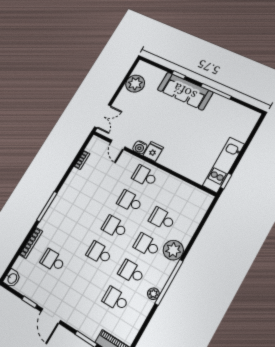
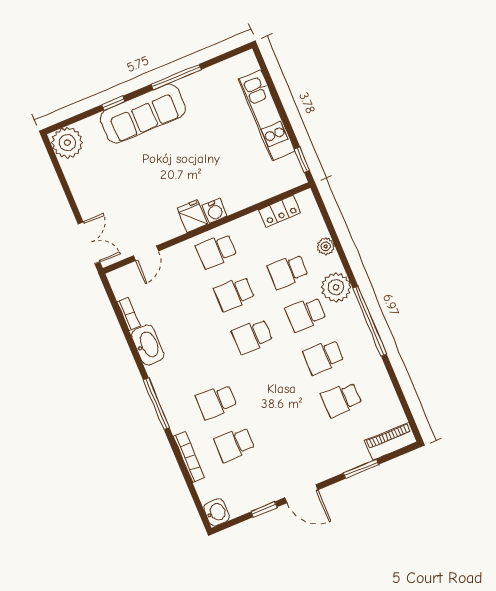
plant: (135, 84) -> (67, 143), moved
door: (118, 145) -> (146, 253), hinge flipped
water cooler: (140, 147) -> (215, 211), moved
kitchen unit: (224, 165) -> (267, 115), moved
washbasin: (73, 180) -> (148, 345), added
locker: (190, 191) -> (280, 211), added
school desk: (99, 253) -> (216, 402), moved
plant: (153, 294) -> (326, 246), moved

